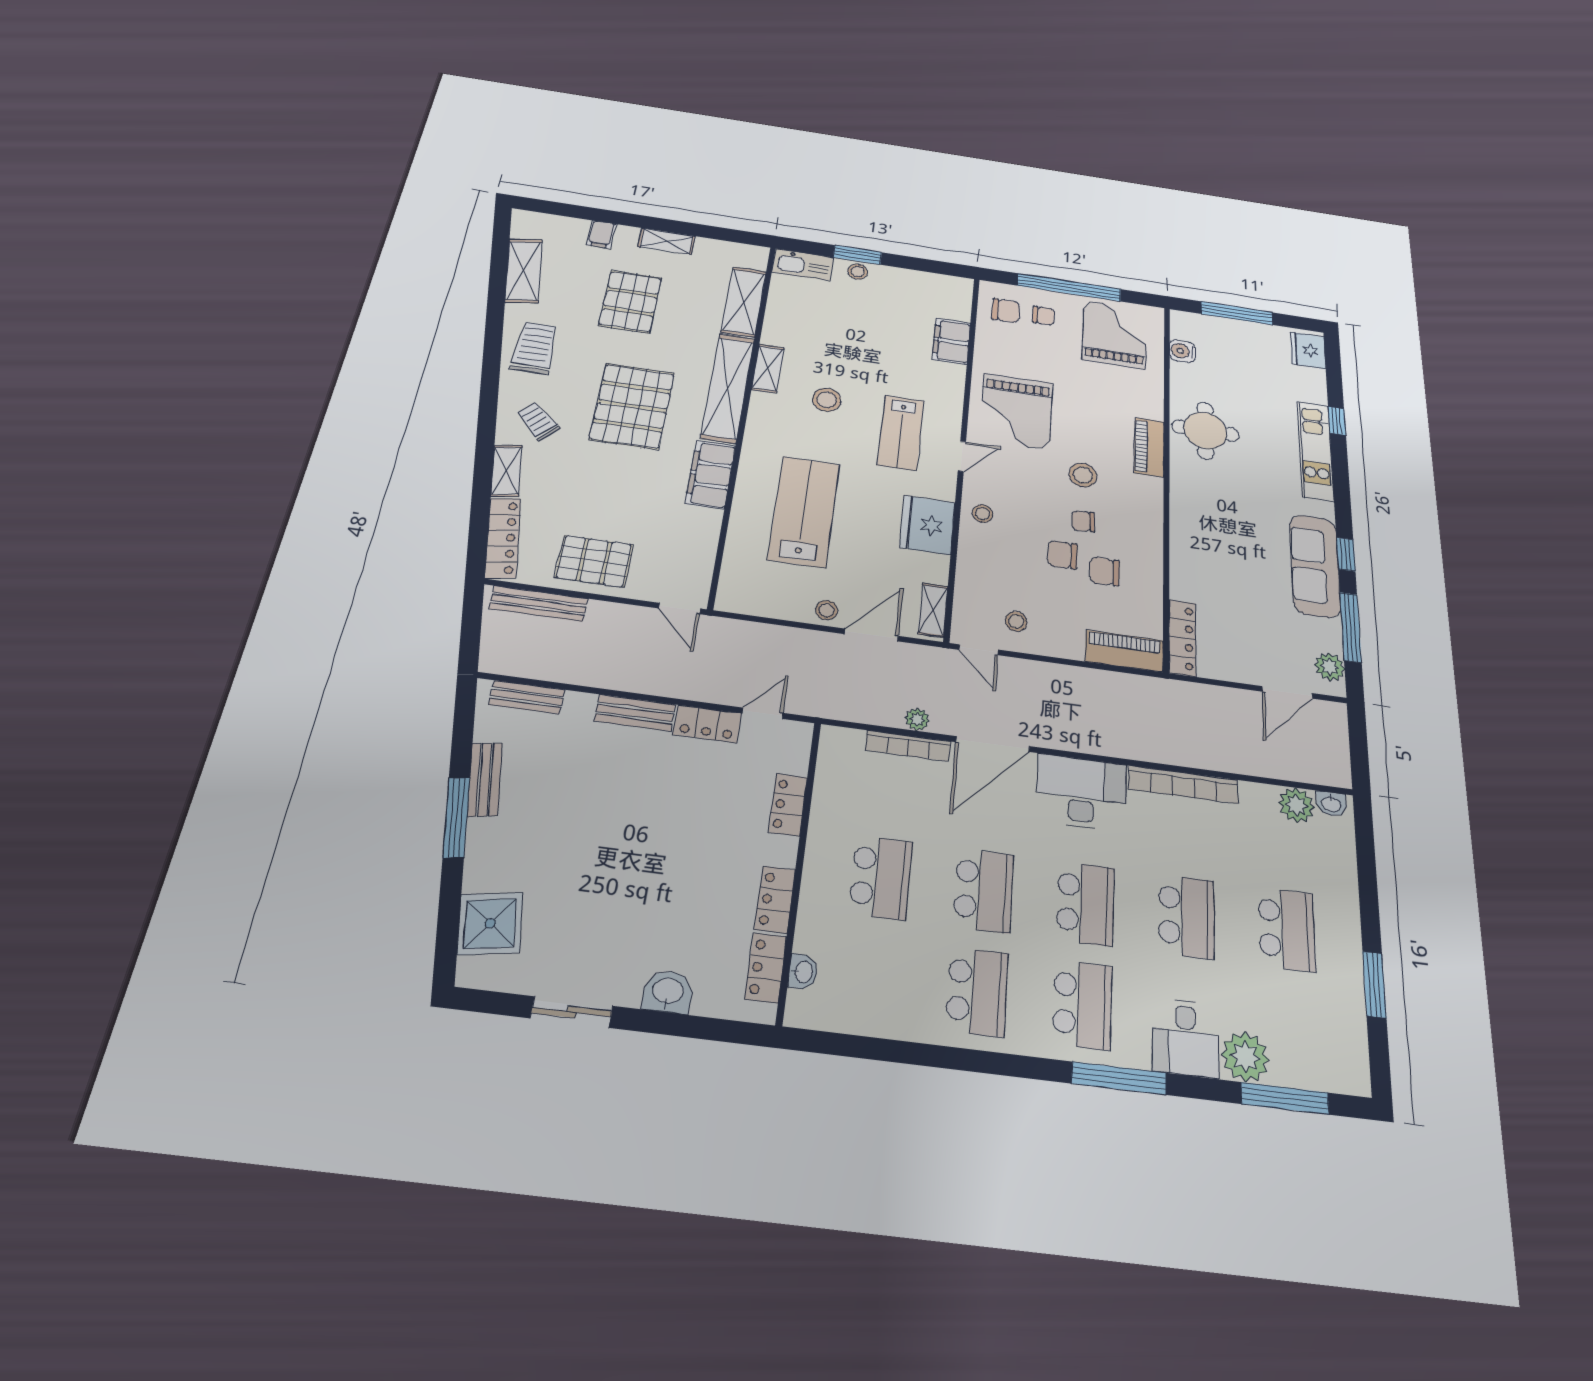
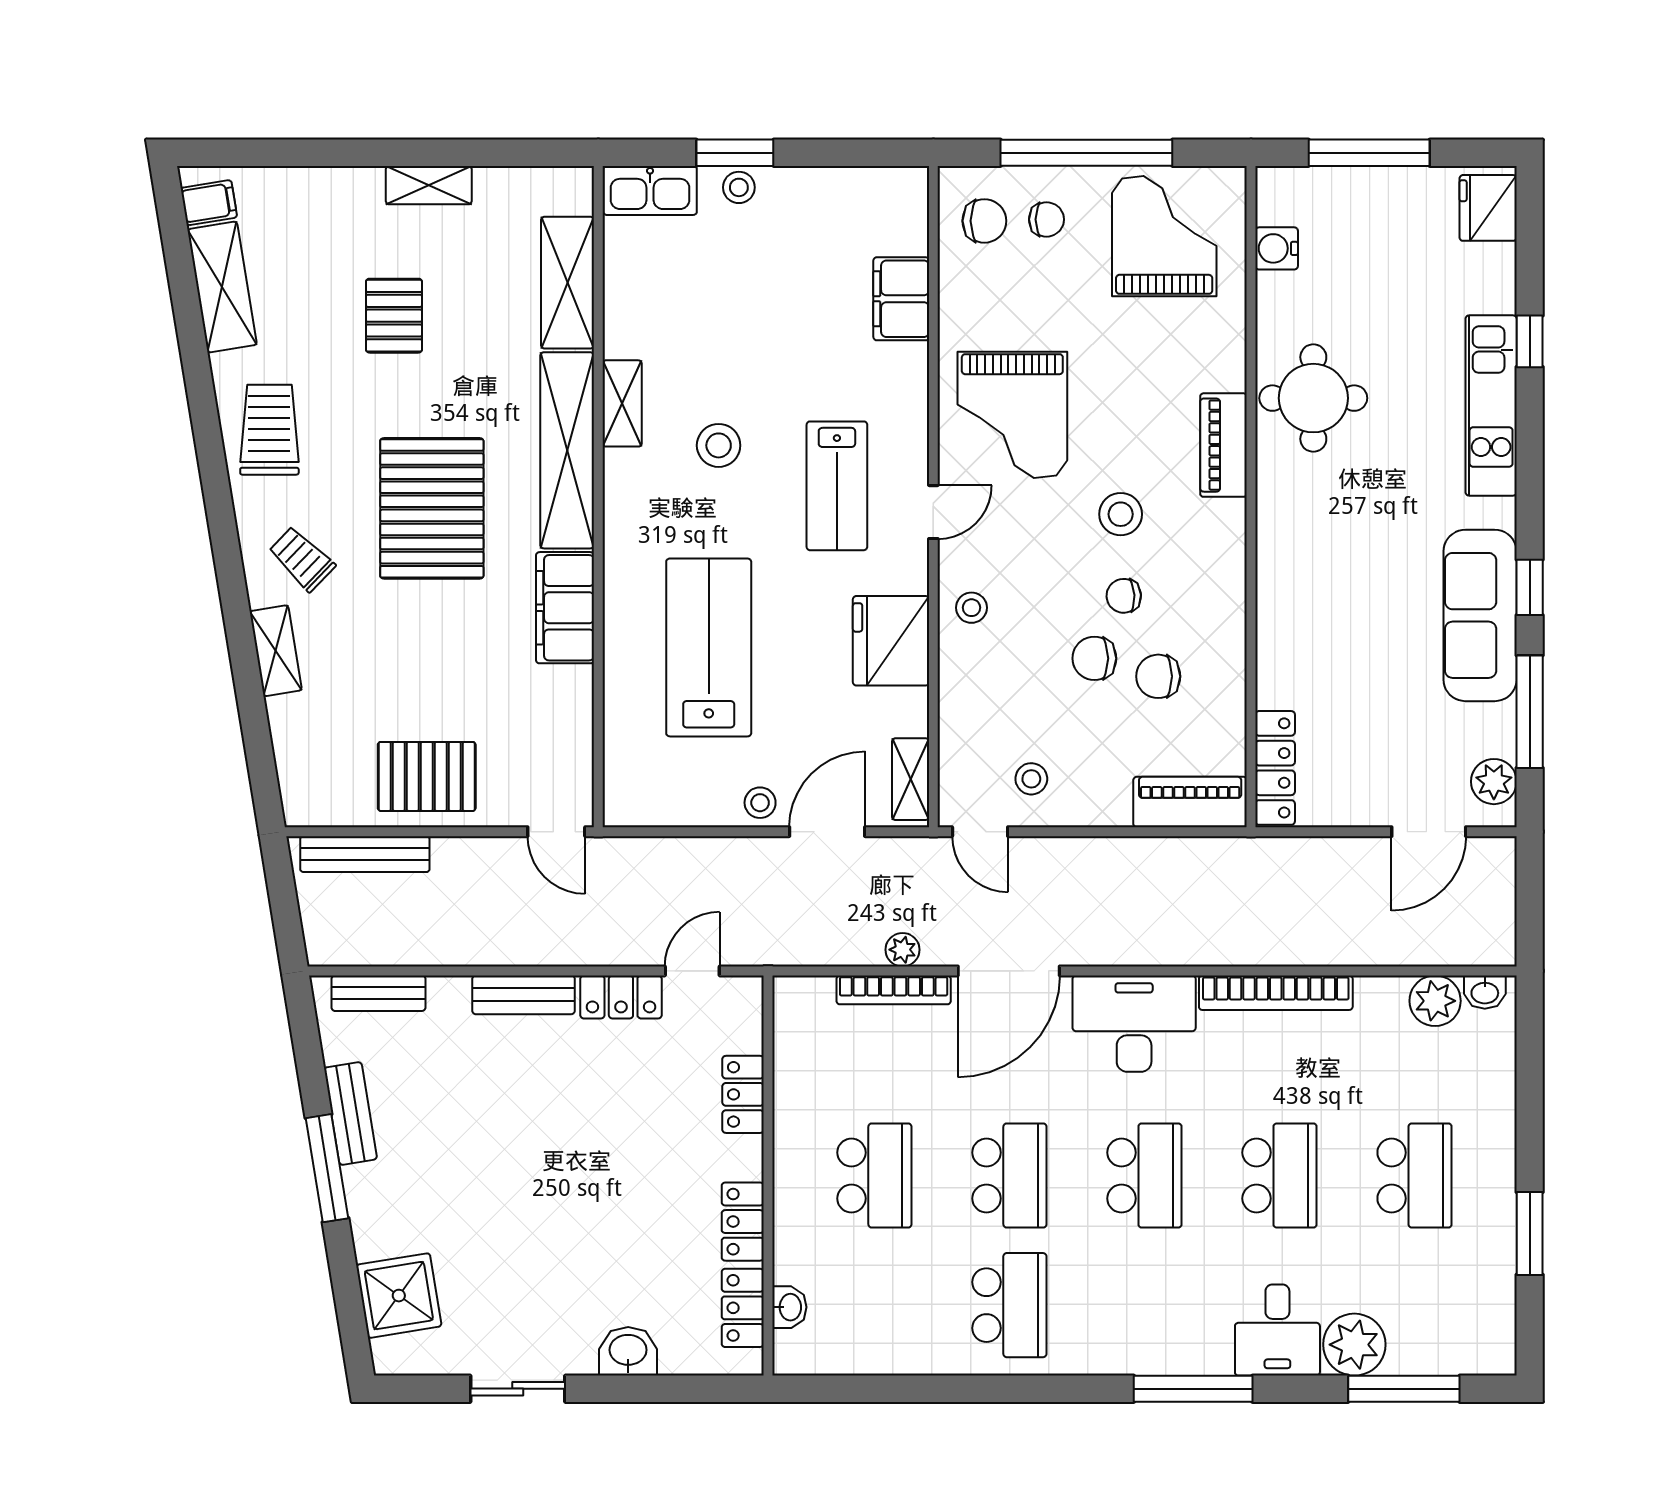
filing cabinet: (601, 234) -> (209, 203), moved, turned -99
pallet: (630, 302) -> (394, 316), width x0.67, depth x0.71
locker: (503, 538) -> (295, 760), removed
school desk: (1082, 1005) -> (1144, 1305), removed

